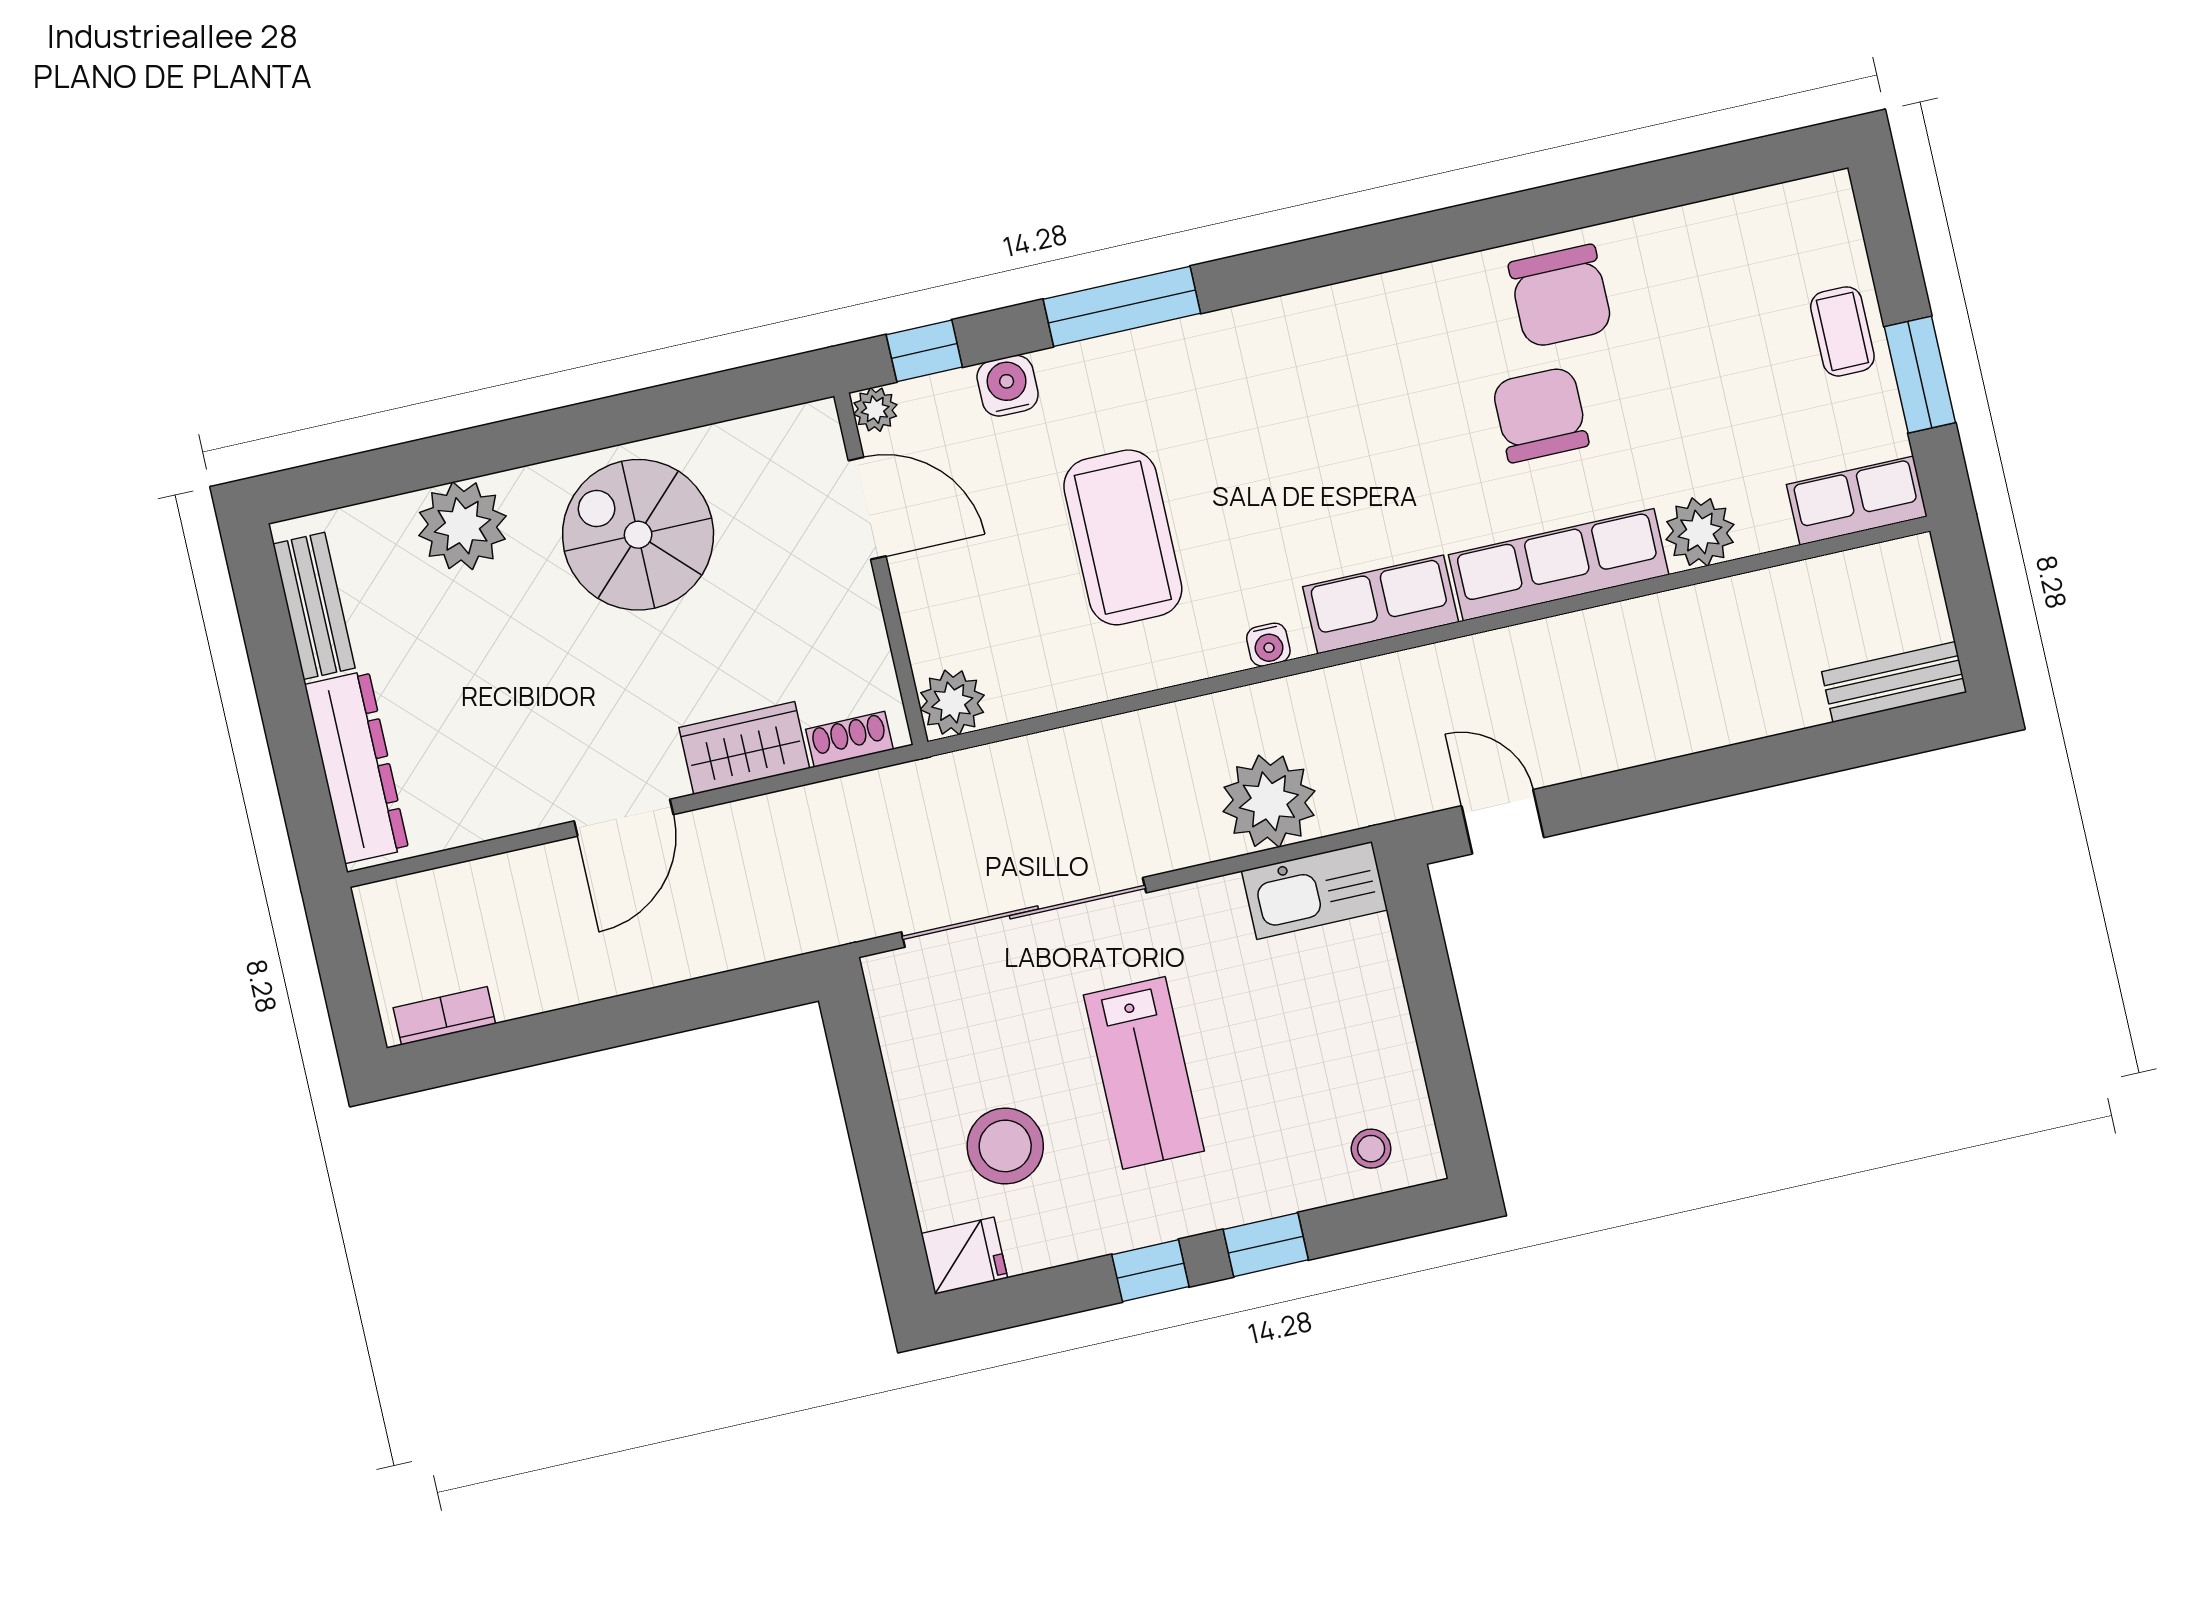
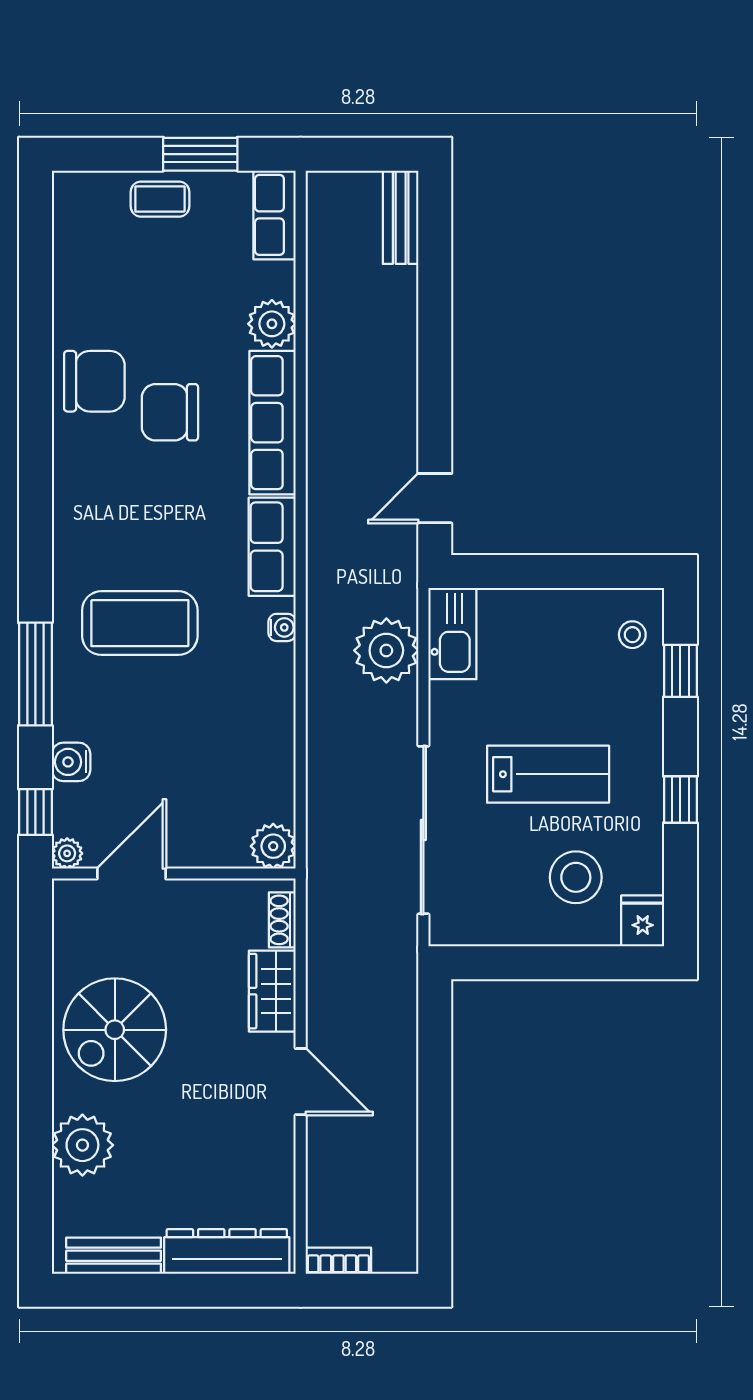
coffee table: (1123, 537) -> (140, 623), moved
bookcase: (444, 1016) -> (338, 1261), moved, turned 90
window: (1266, 1245) -> (680, 671), moved

